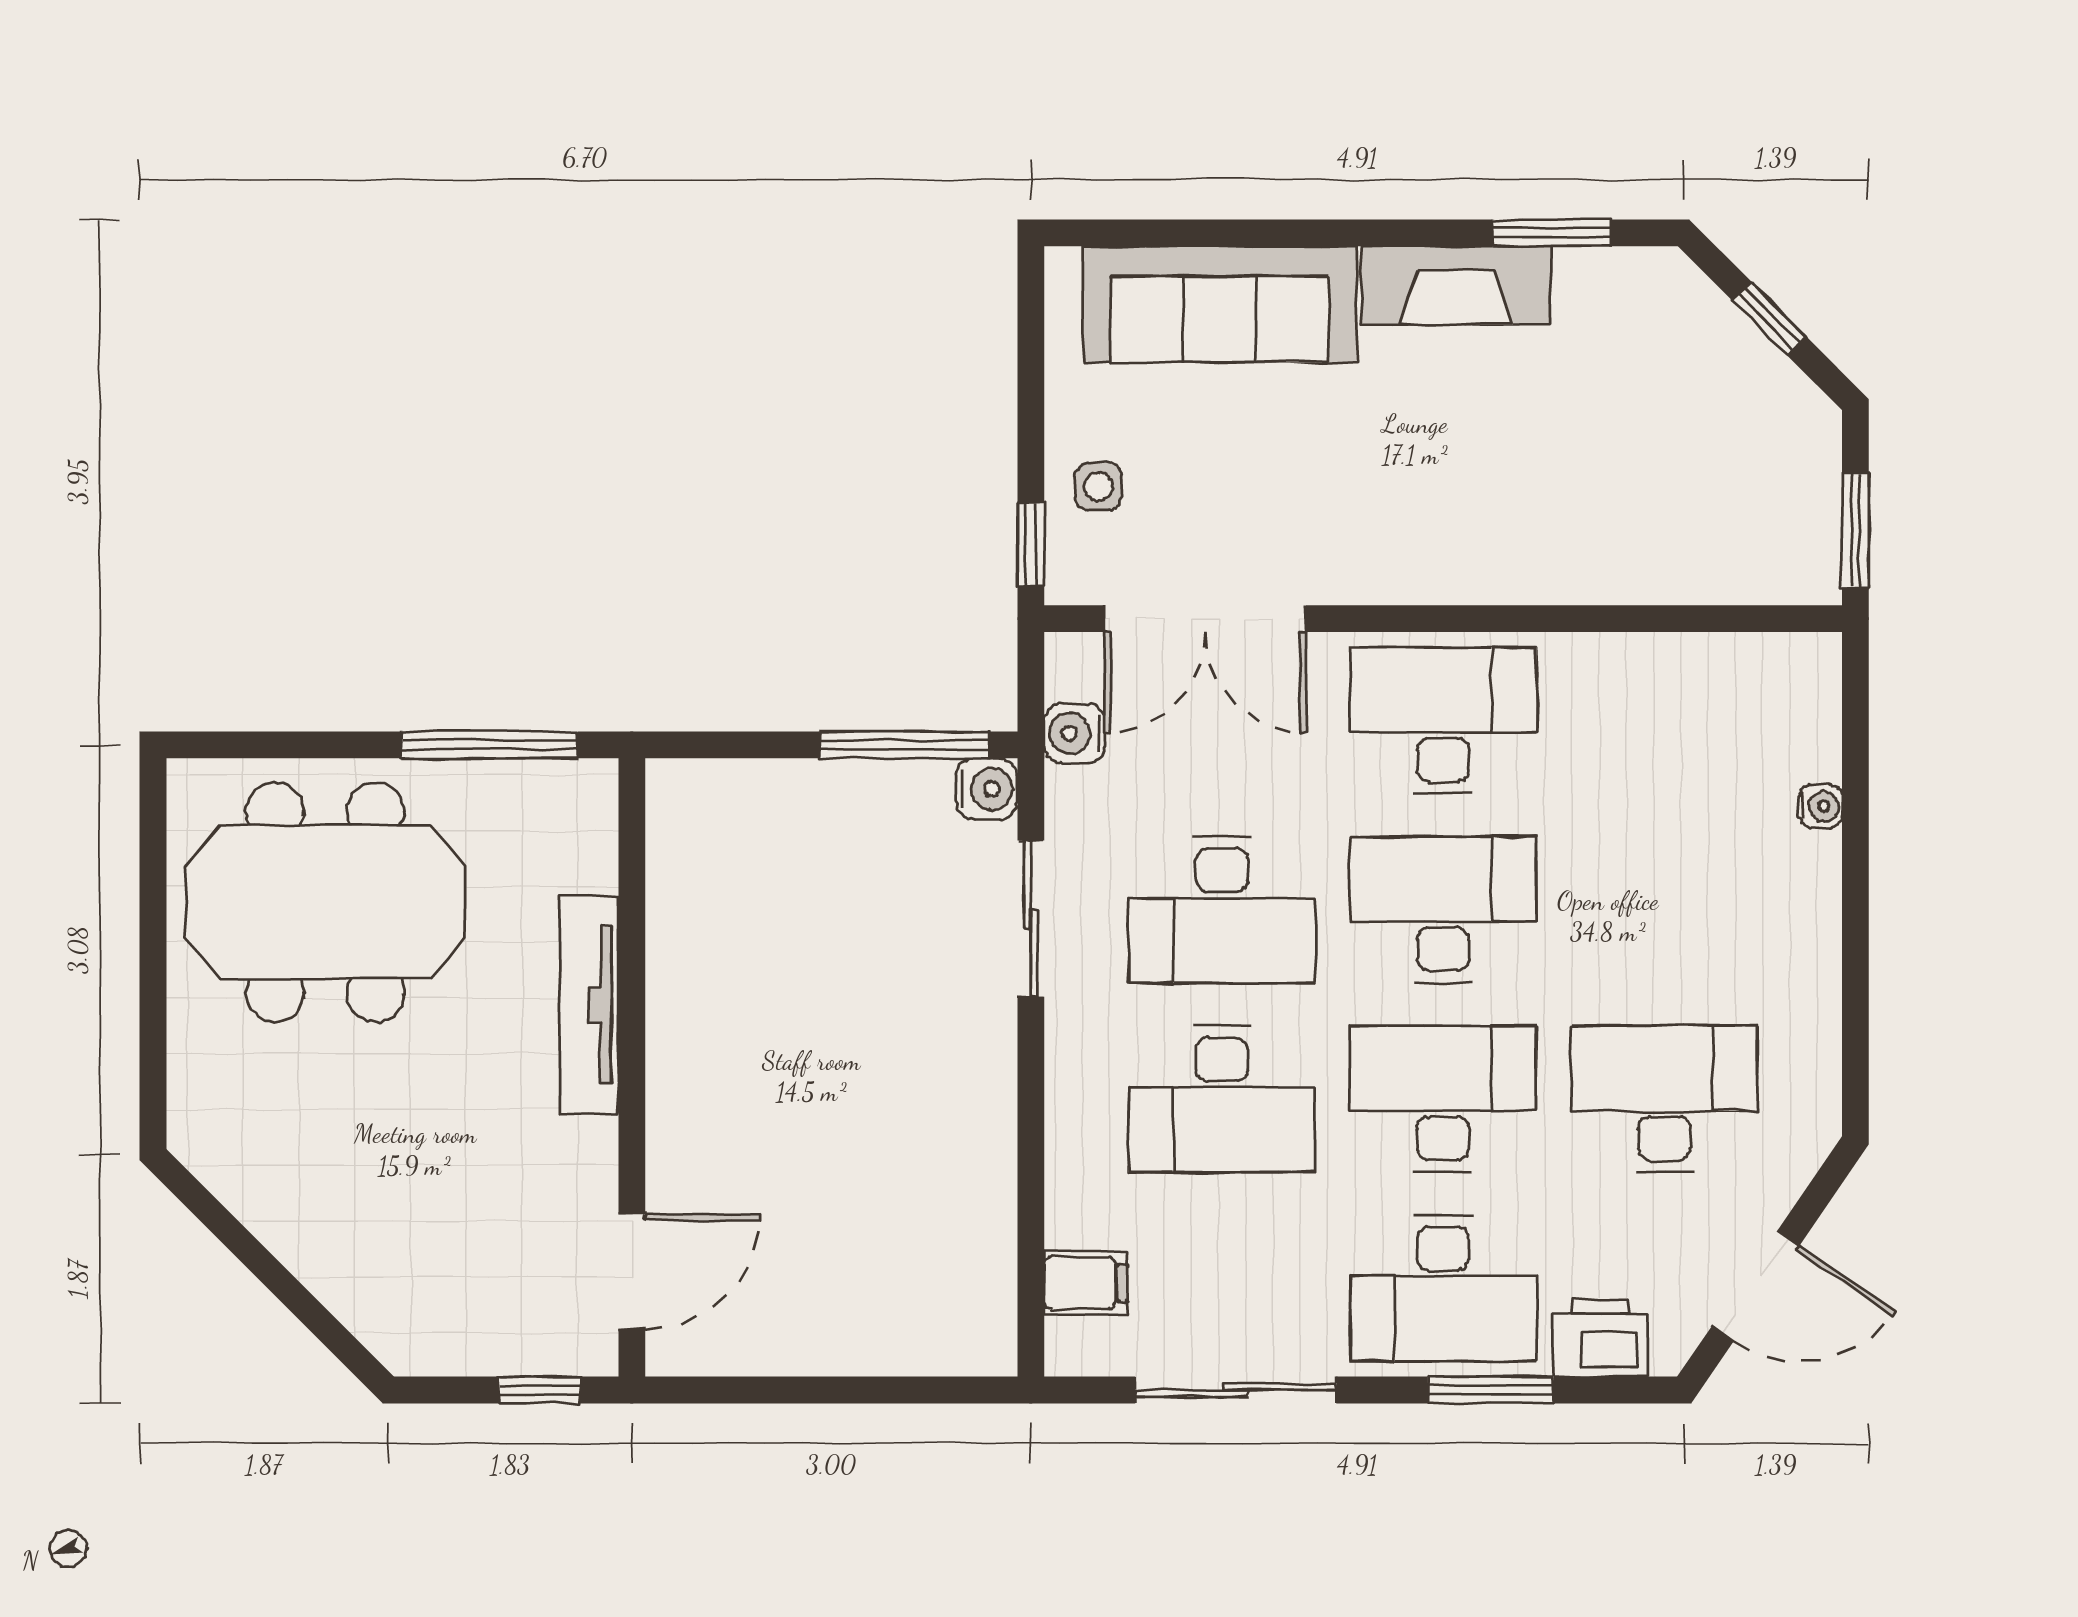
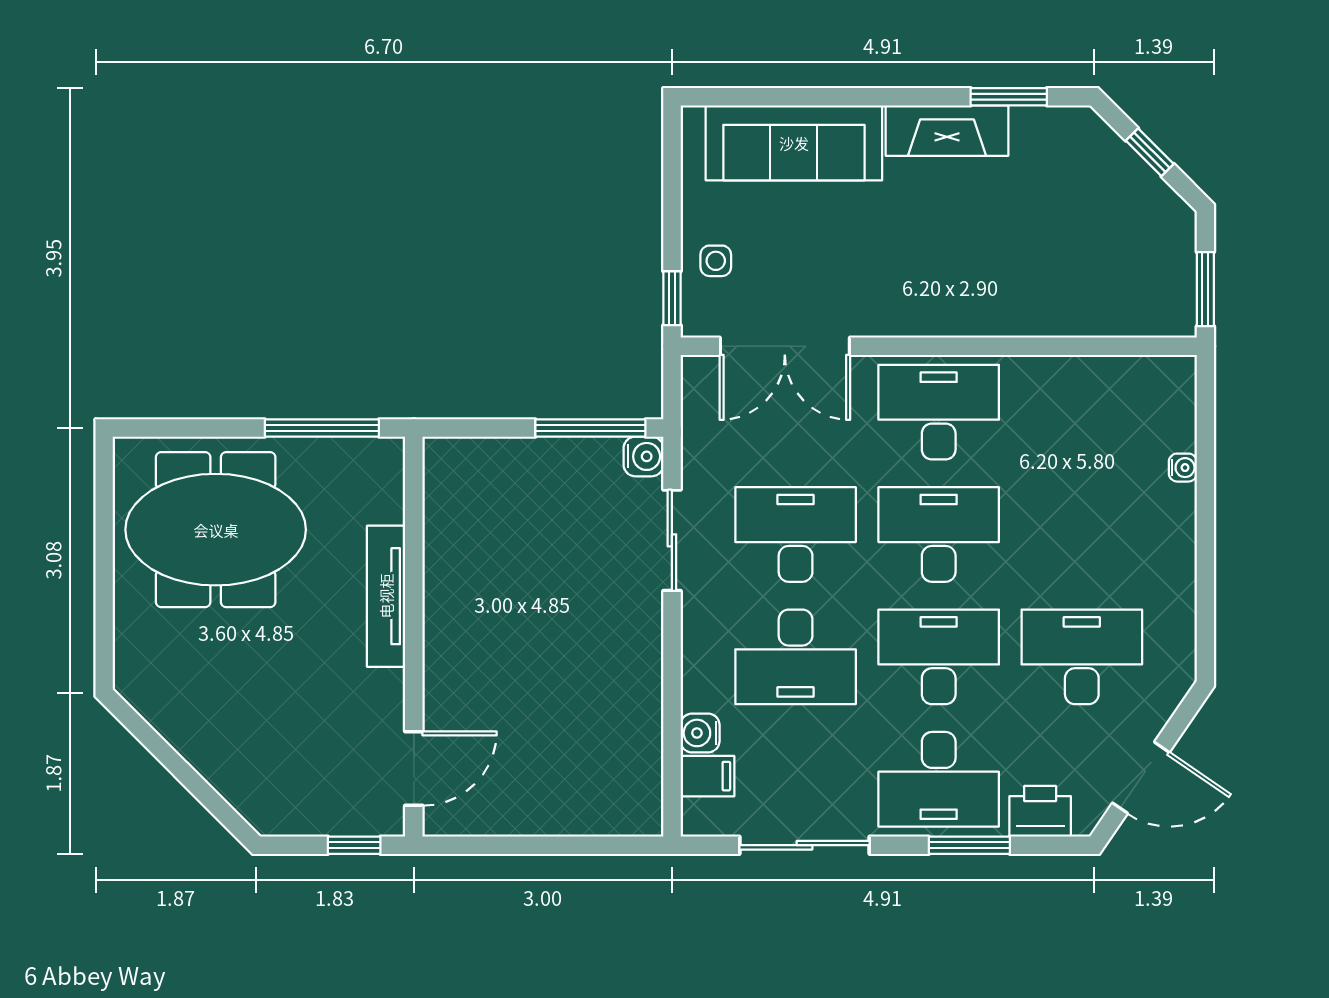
water cooler: (1074, 733) -> (700, 733), moved
desk: (1222, 910) -> (796, 535), turned 180

